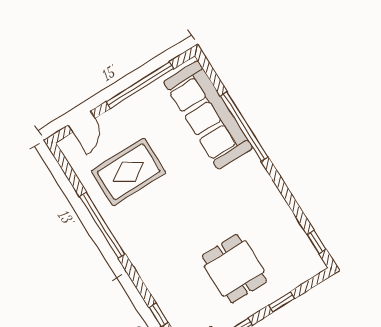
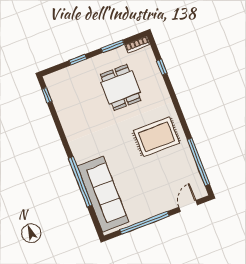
rug: (129, 172) -> (156, 137), moved
window: (102, 225) -> (198, 162), moved
dining table: (234, 269) -> (121, 87), moved

